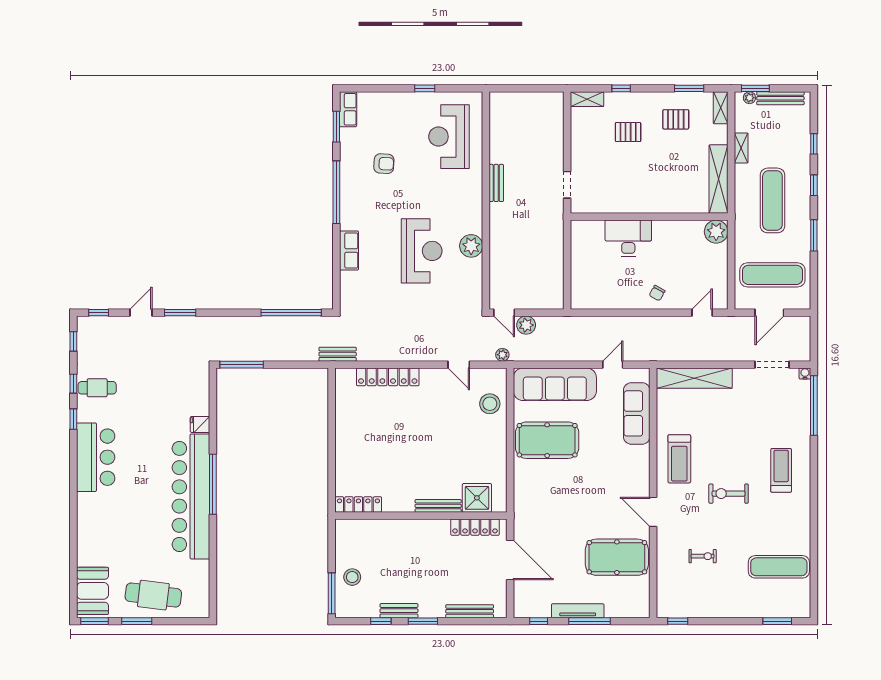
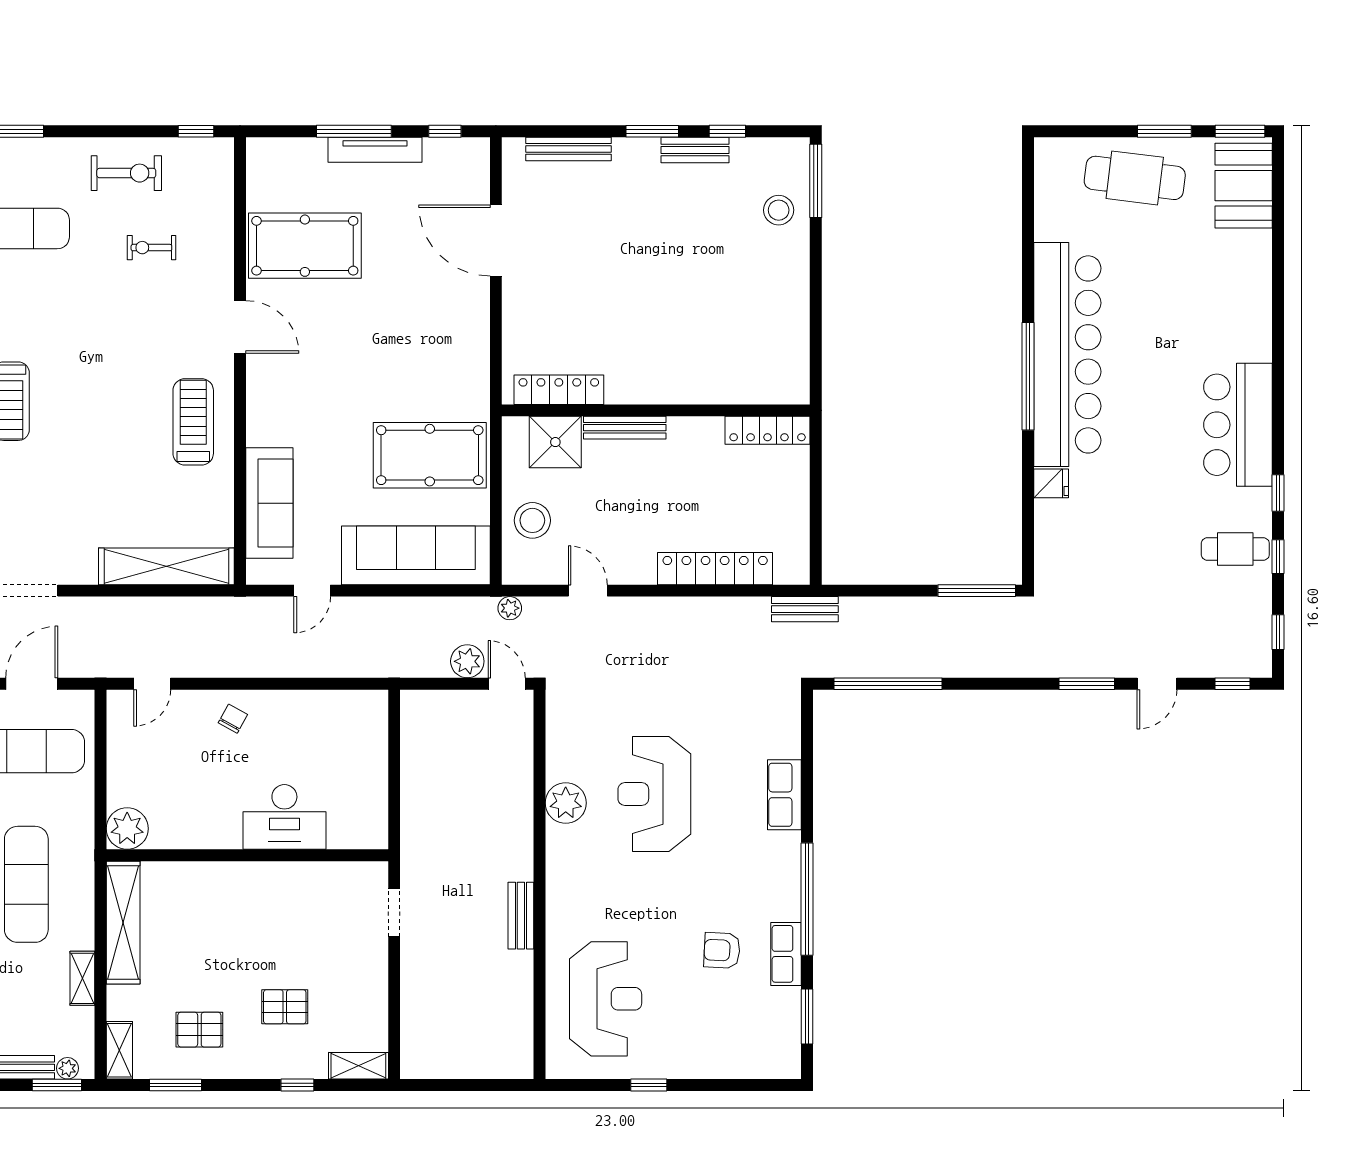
row of seats: (348, 109) -> (786, 954), moved
exercise bike: (729, 494) -> (126, 173), moved
shower: (477, 498) -> (555, 442), moved
locker: (358, 504) -> (768, 430), moved
bench: (438, 506) -> (625, 428), moved
wall: (421, 516) -> (656, 410), moved
locker: (475, 527) -> (559, 390), moved

